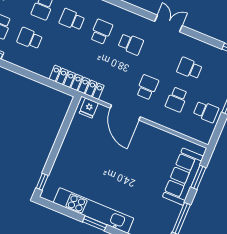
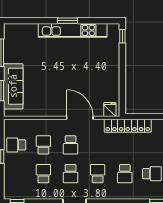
school desk: (131, 44) -> (98, 174), turned 90
school desk: (160, 56) -> (71, 174), added
school desk: (189, 68) -> (43, 174), turned -90

